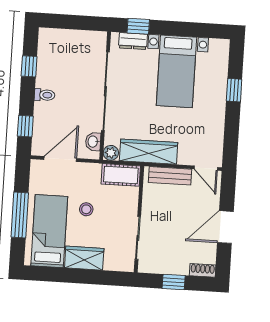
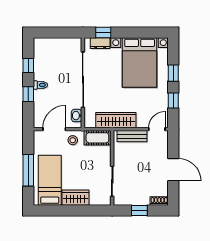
bed with nightstands: (176, 71) -> (140, 63), width x1.36
window: (25, 126) -> (28, 94), moved
window: (232, 129) -> (173, 100), added
plant: (111, 153) -> (90, 123), removed
door: (206, 168) -> (157, 129), swing flipped
stool: (86, 209) -> (73, 140), moved
door: (225, 227) -> (173, 170), swing flipped

